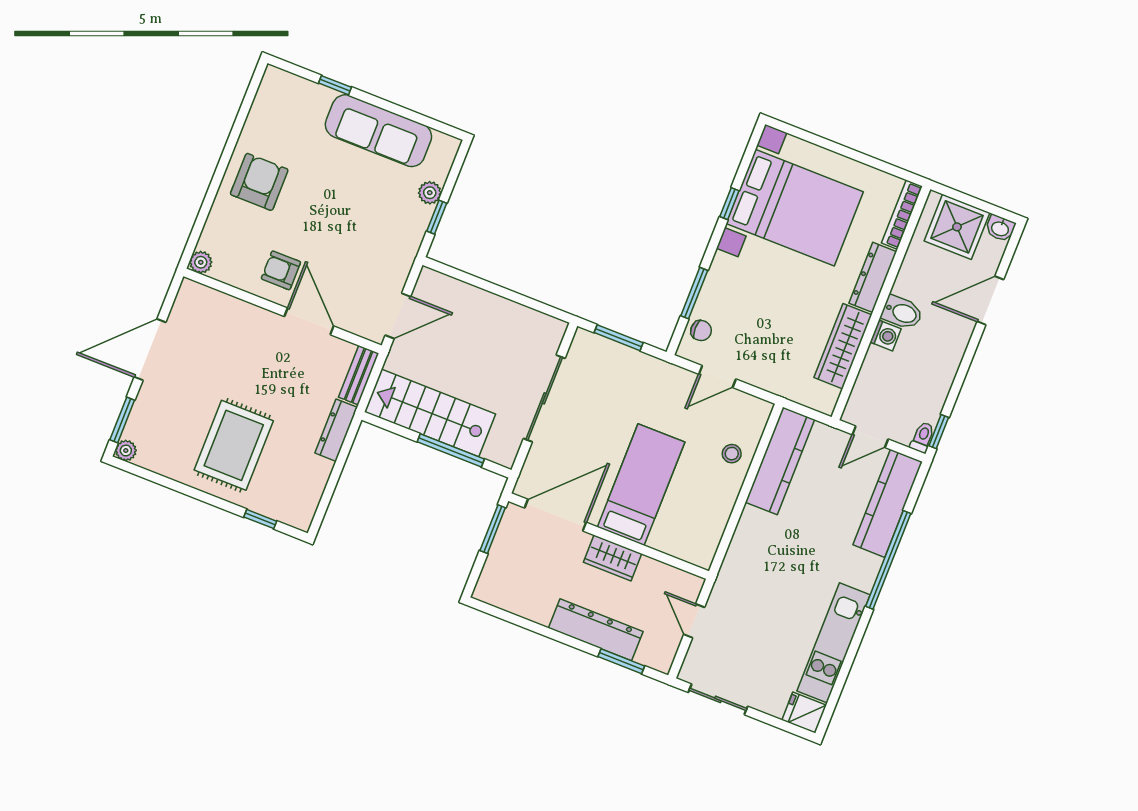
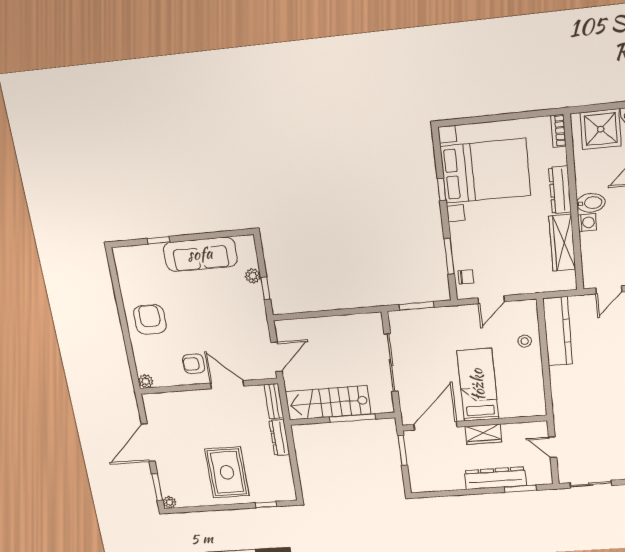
bookcase: (902, 215) -> (558, 131), width x0.64

